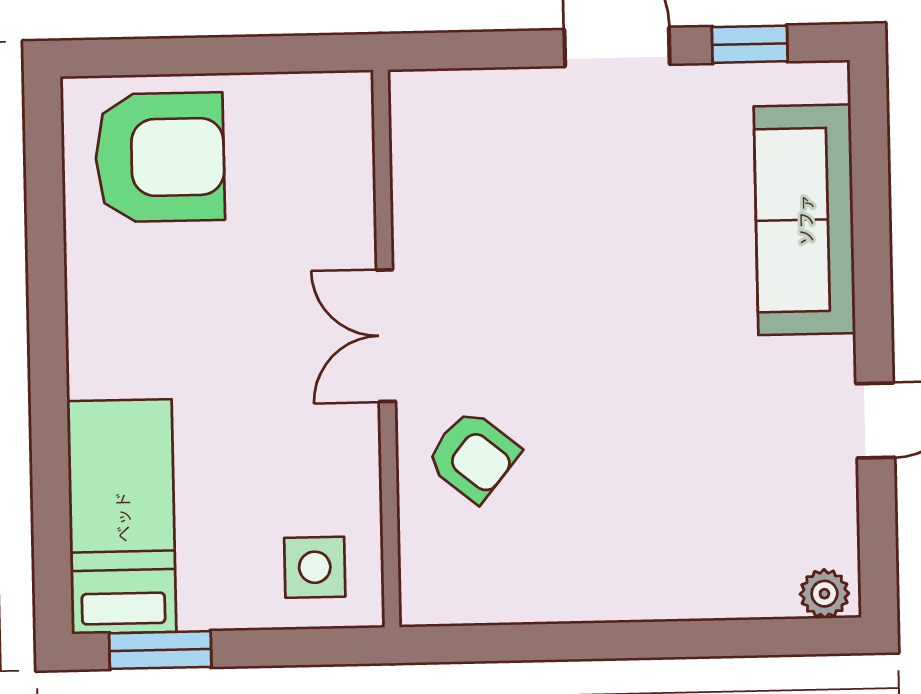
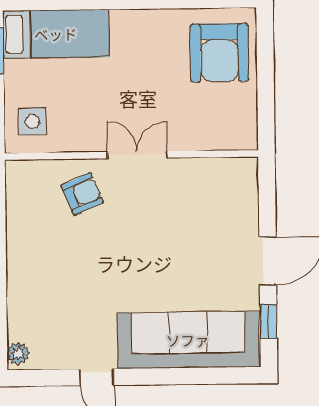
sofa: (805, 220) -> (188, 340), width x1.36, depth x1.27
armchair: (473, 456) -> (82, 194), turned -152

